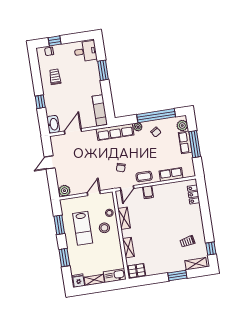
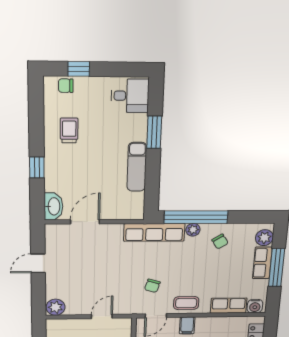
exam couch: (100, 110) -> (137, 167), moved
window: (156, 116) -> (196, 217), moved
water cooler: (188, 173) -> (255, 306), added

